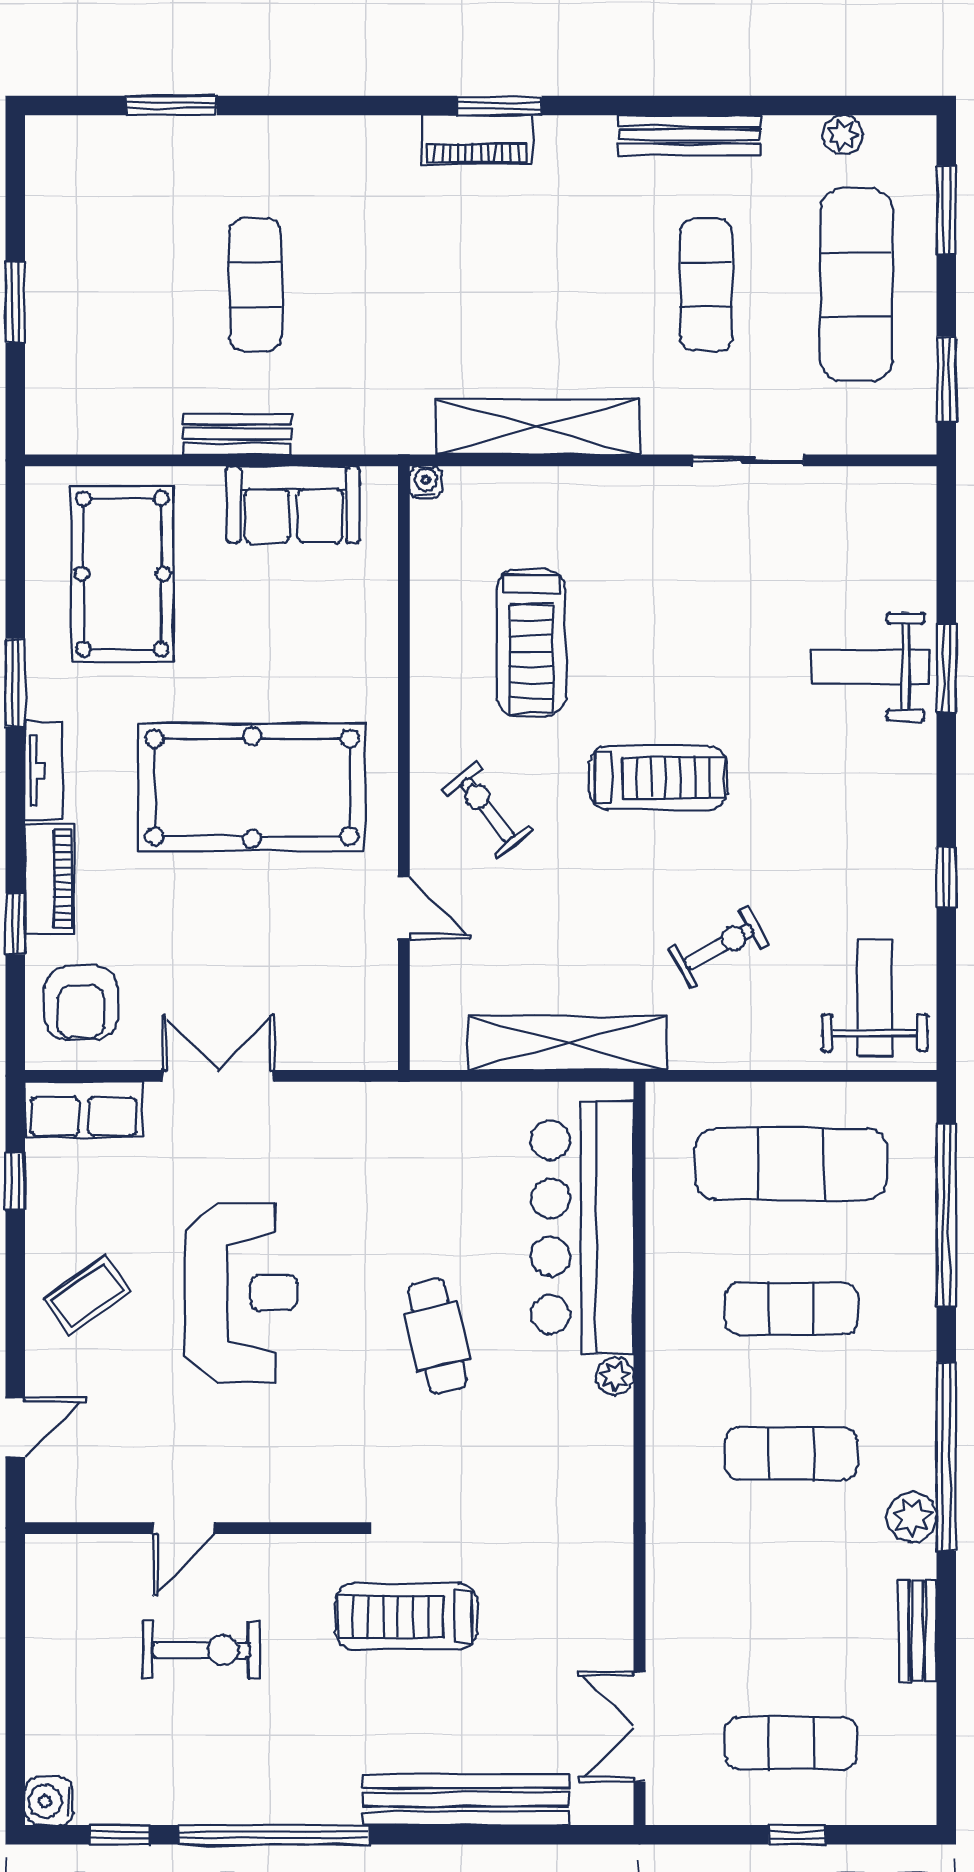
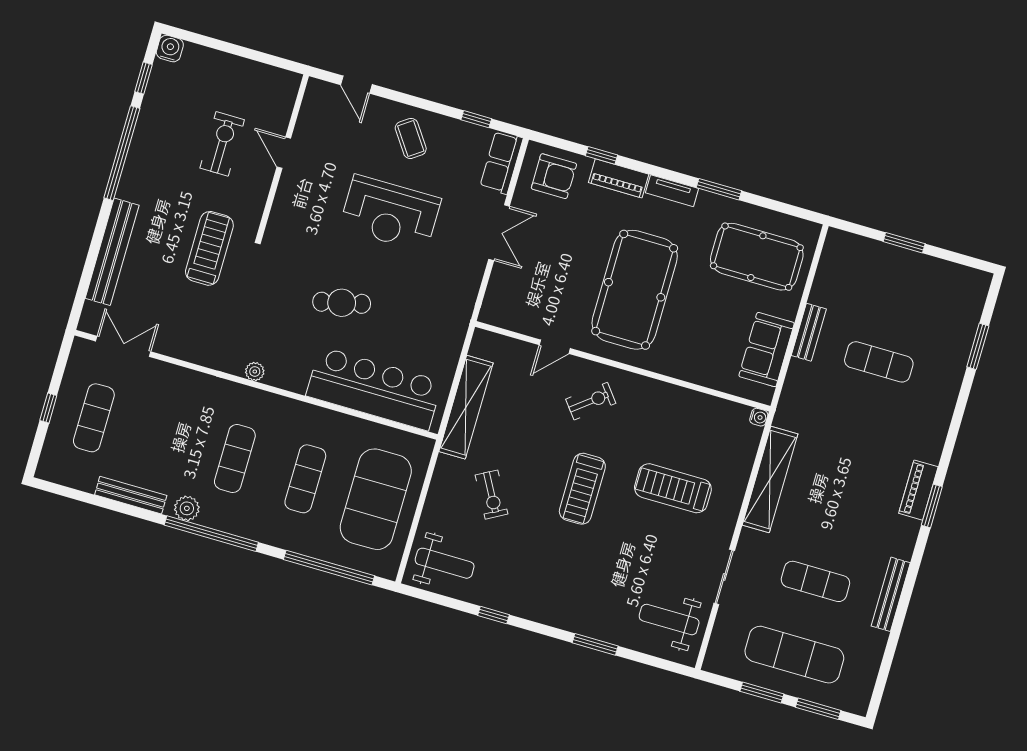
plant: (843, 135) -> (869, 669), removed
window: (946, 379) -> (762, 693), moved
treadmill: (531, 643) -> (673, 488), moved
weight bench: (870, 667) -> (669, 620), moved, turned -90
armchair: (81, 1003) -> (554, 176), turned 180
exercise mat: (791, 1164) -> (376, 499), width x1.47
plant: (615, 1376) -> (255, 371), moved
bench: (917, 1631) -> (131, 495), width x1.36
exercise bike: (201, 1650) -> (222, 144), turned 180

